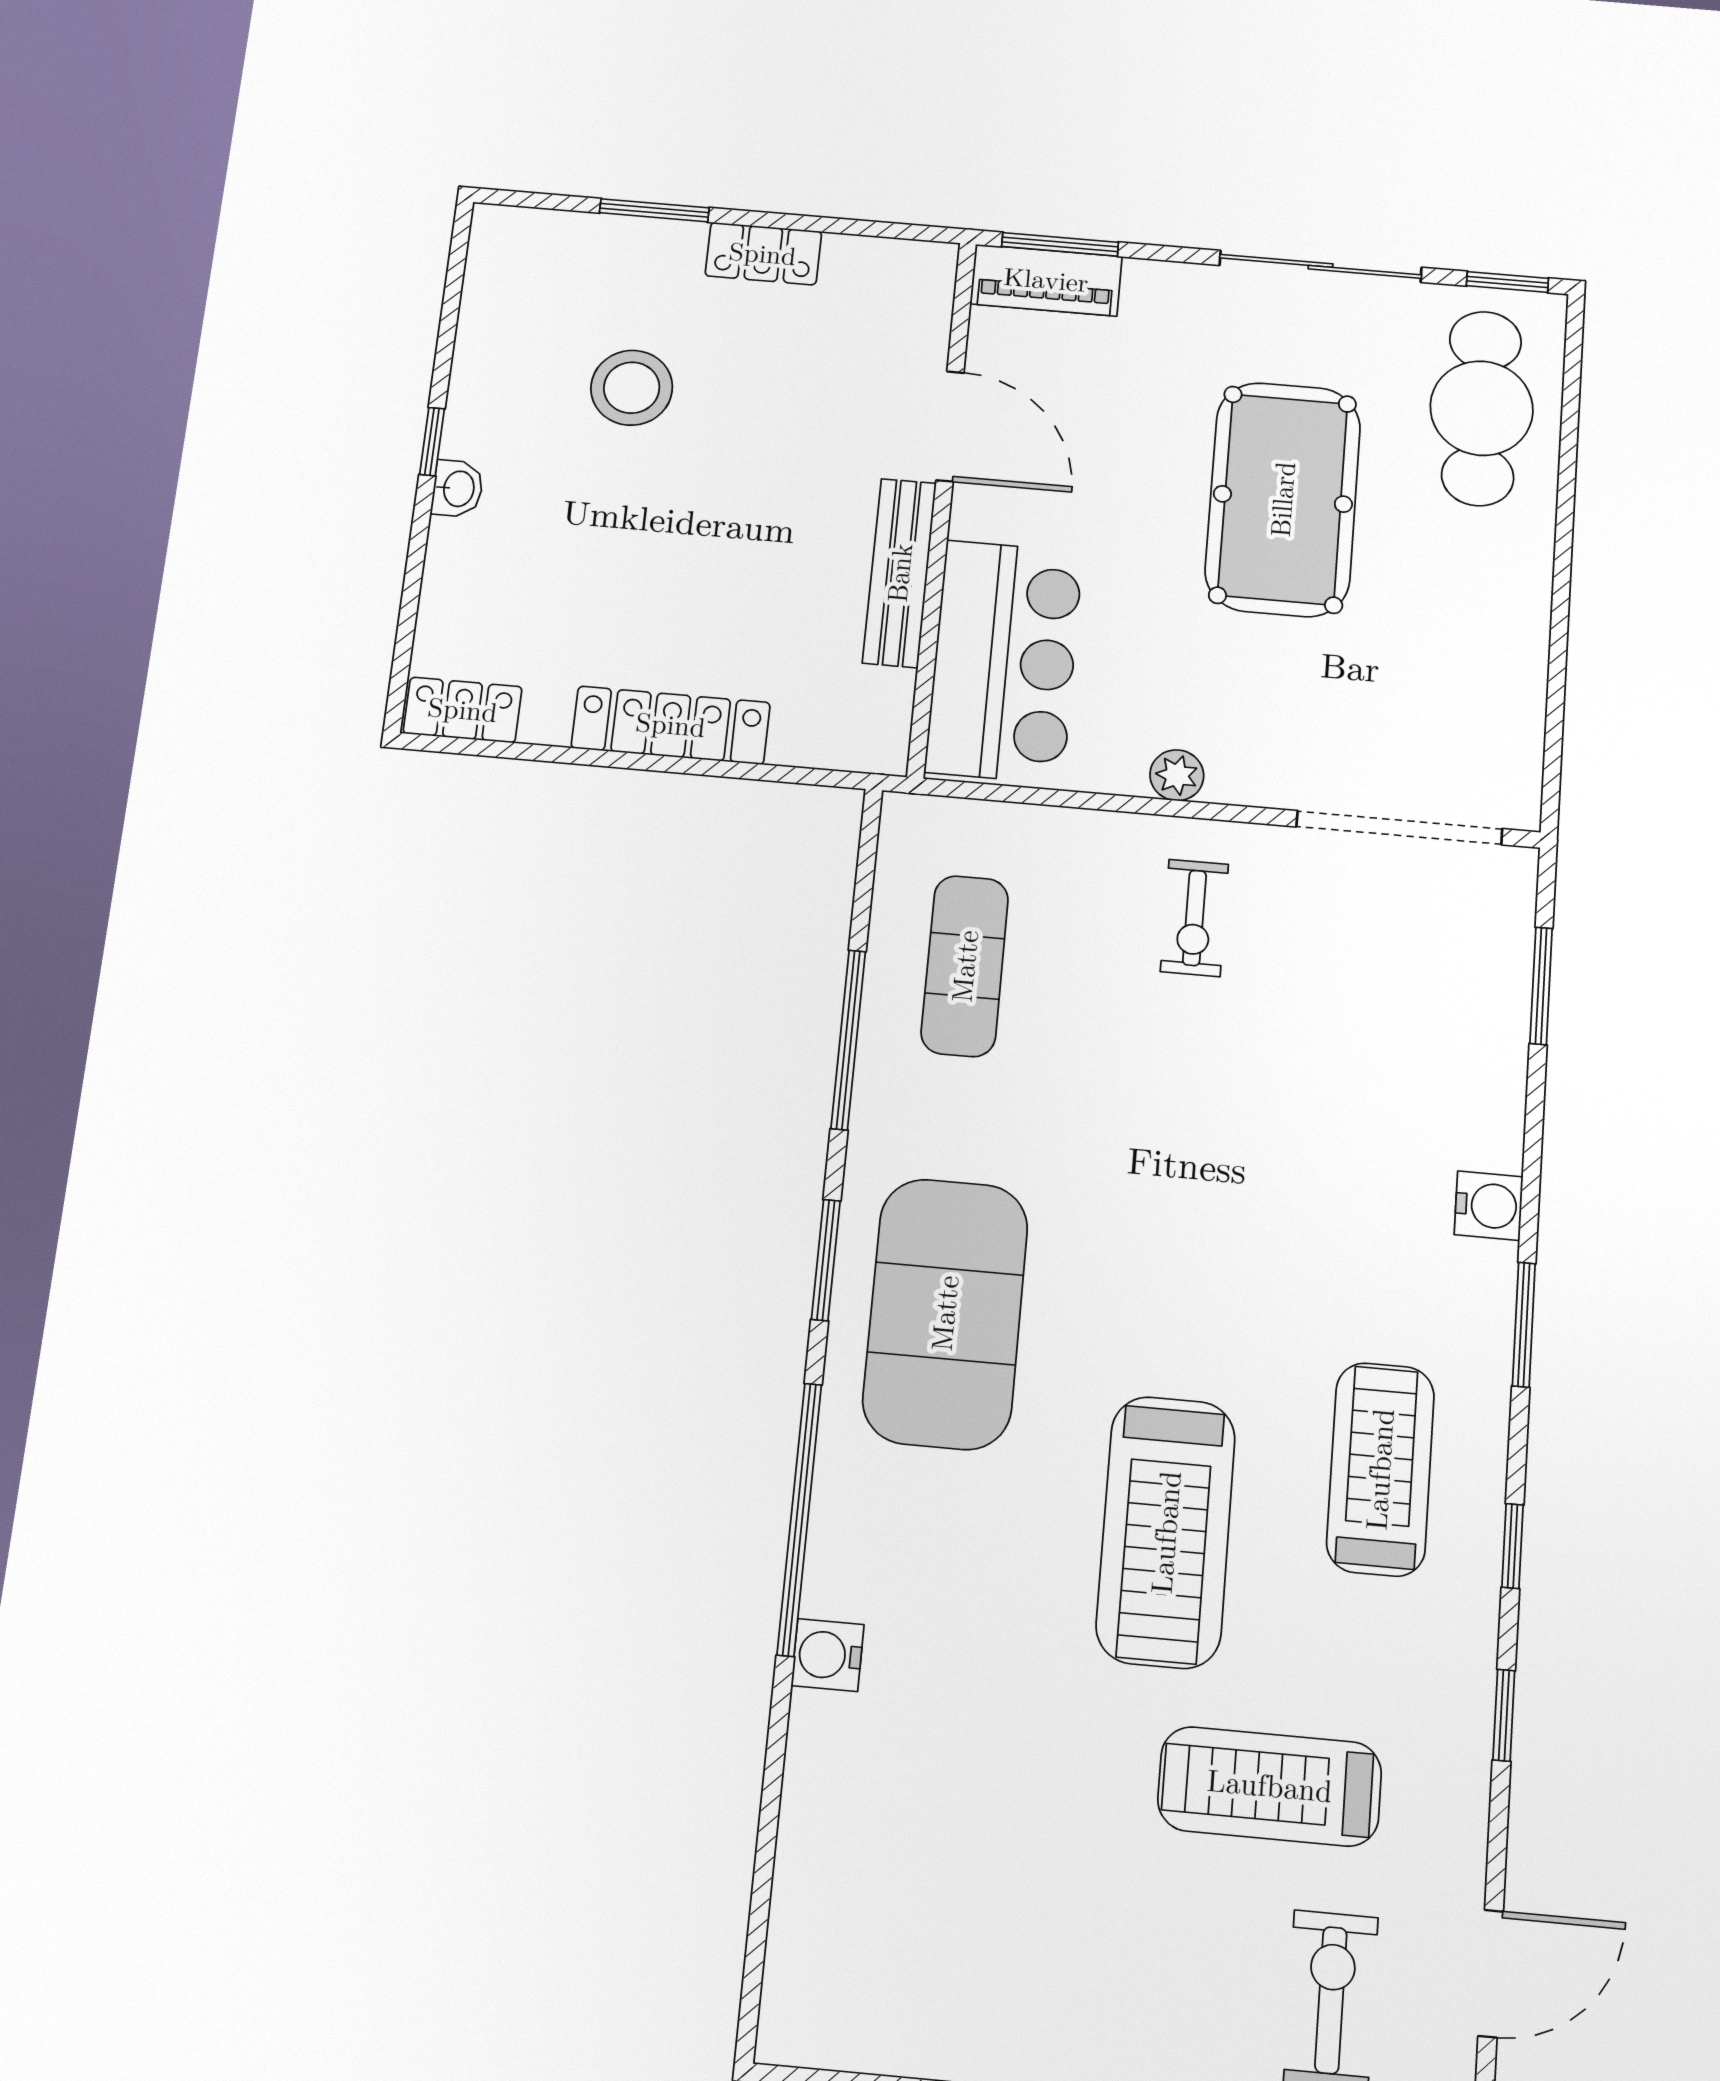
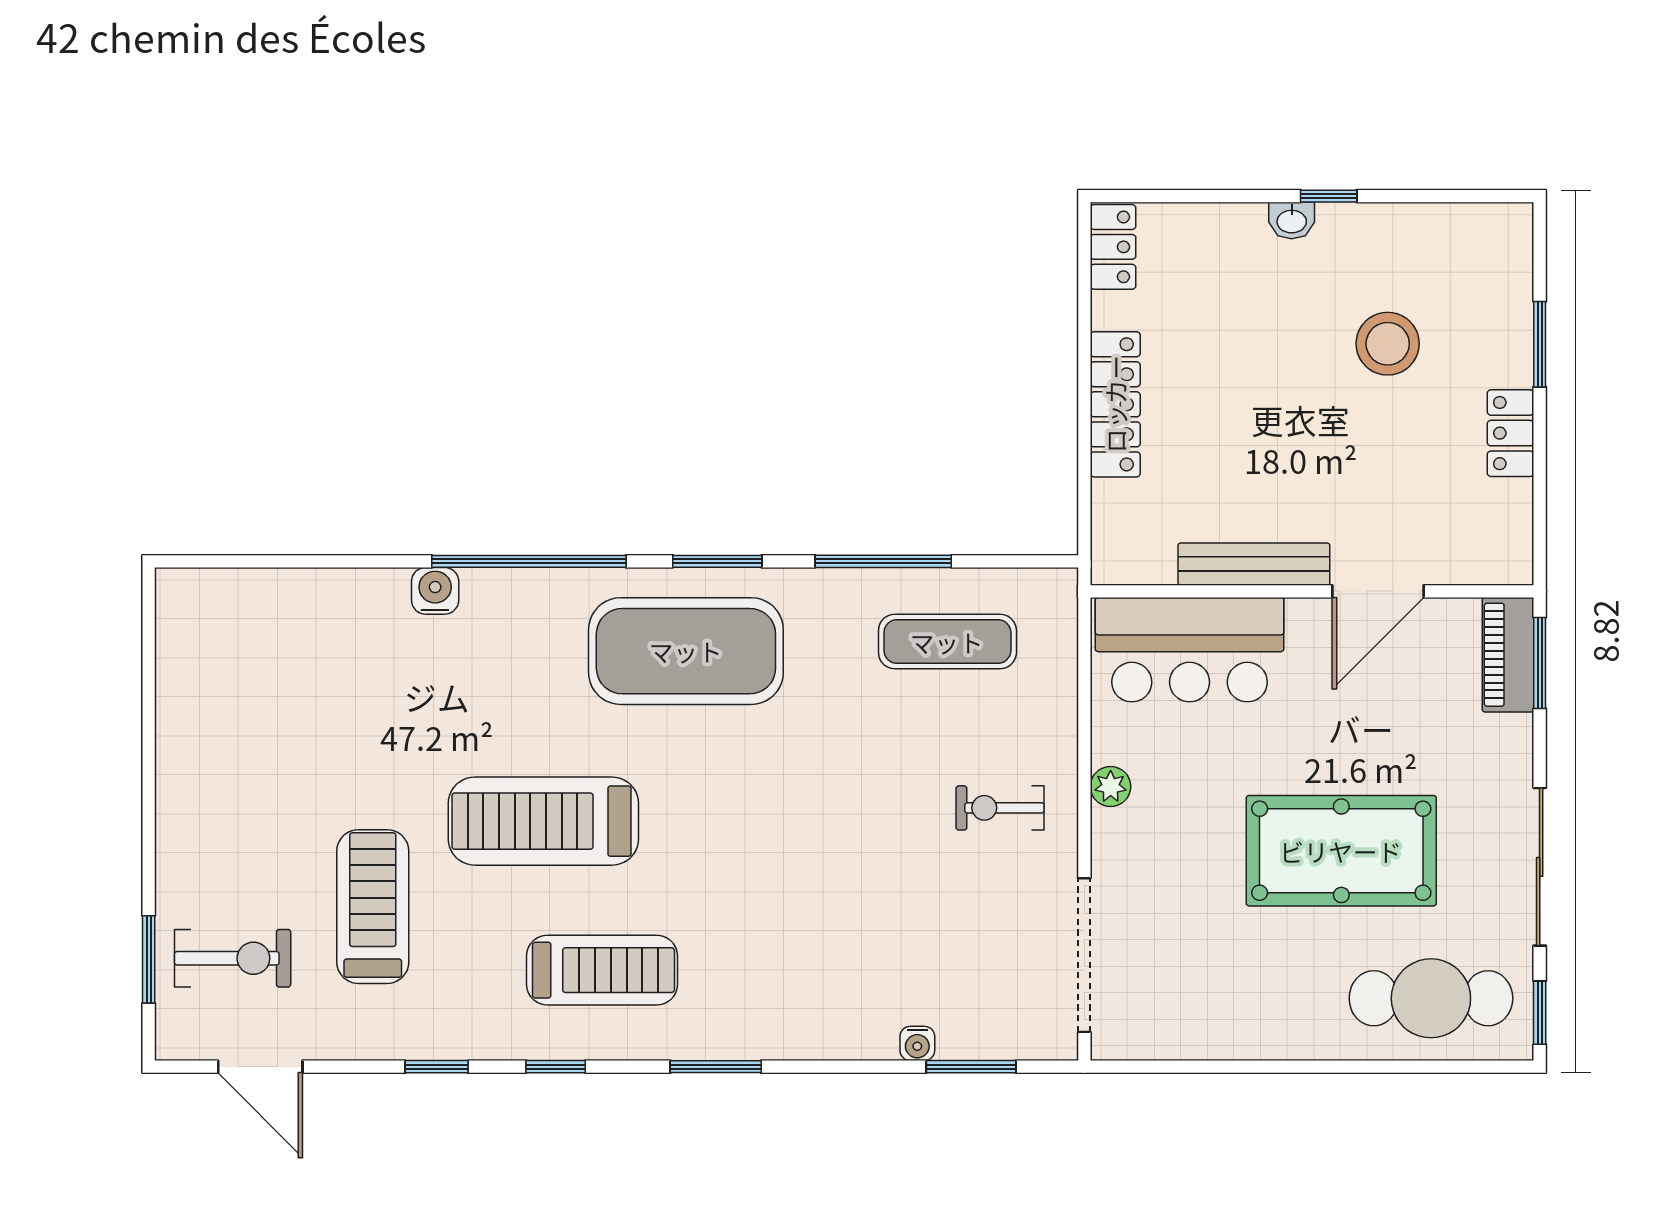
water cooler: (1489, 1206) -> (917, 1043), moved, width x0.72, depth x0.72

